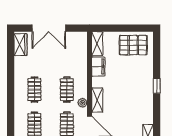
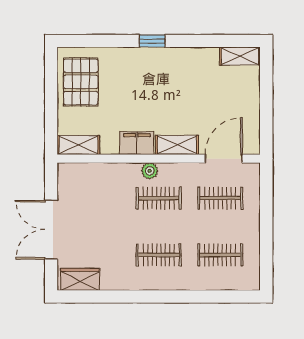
double door: (49, 28) -> (51, 230), swing flipped
filing cabinet: (98, 66) -> (137, 143), moved
plant: (82, 103) -> (150, 171), moved

